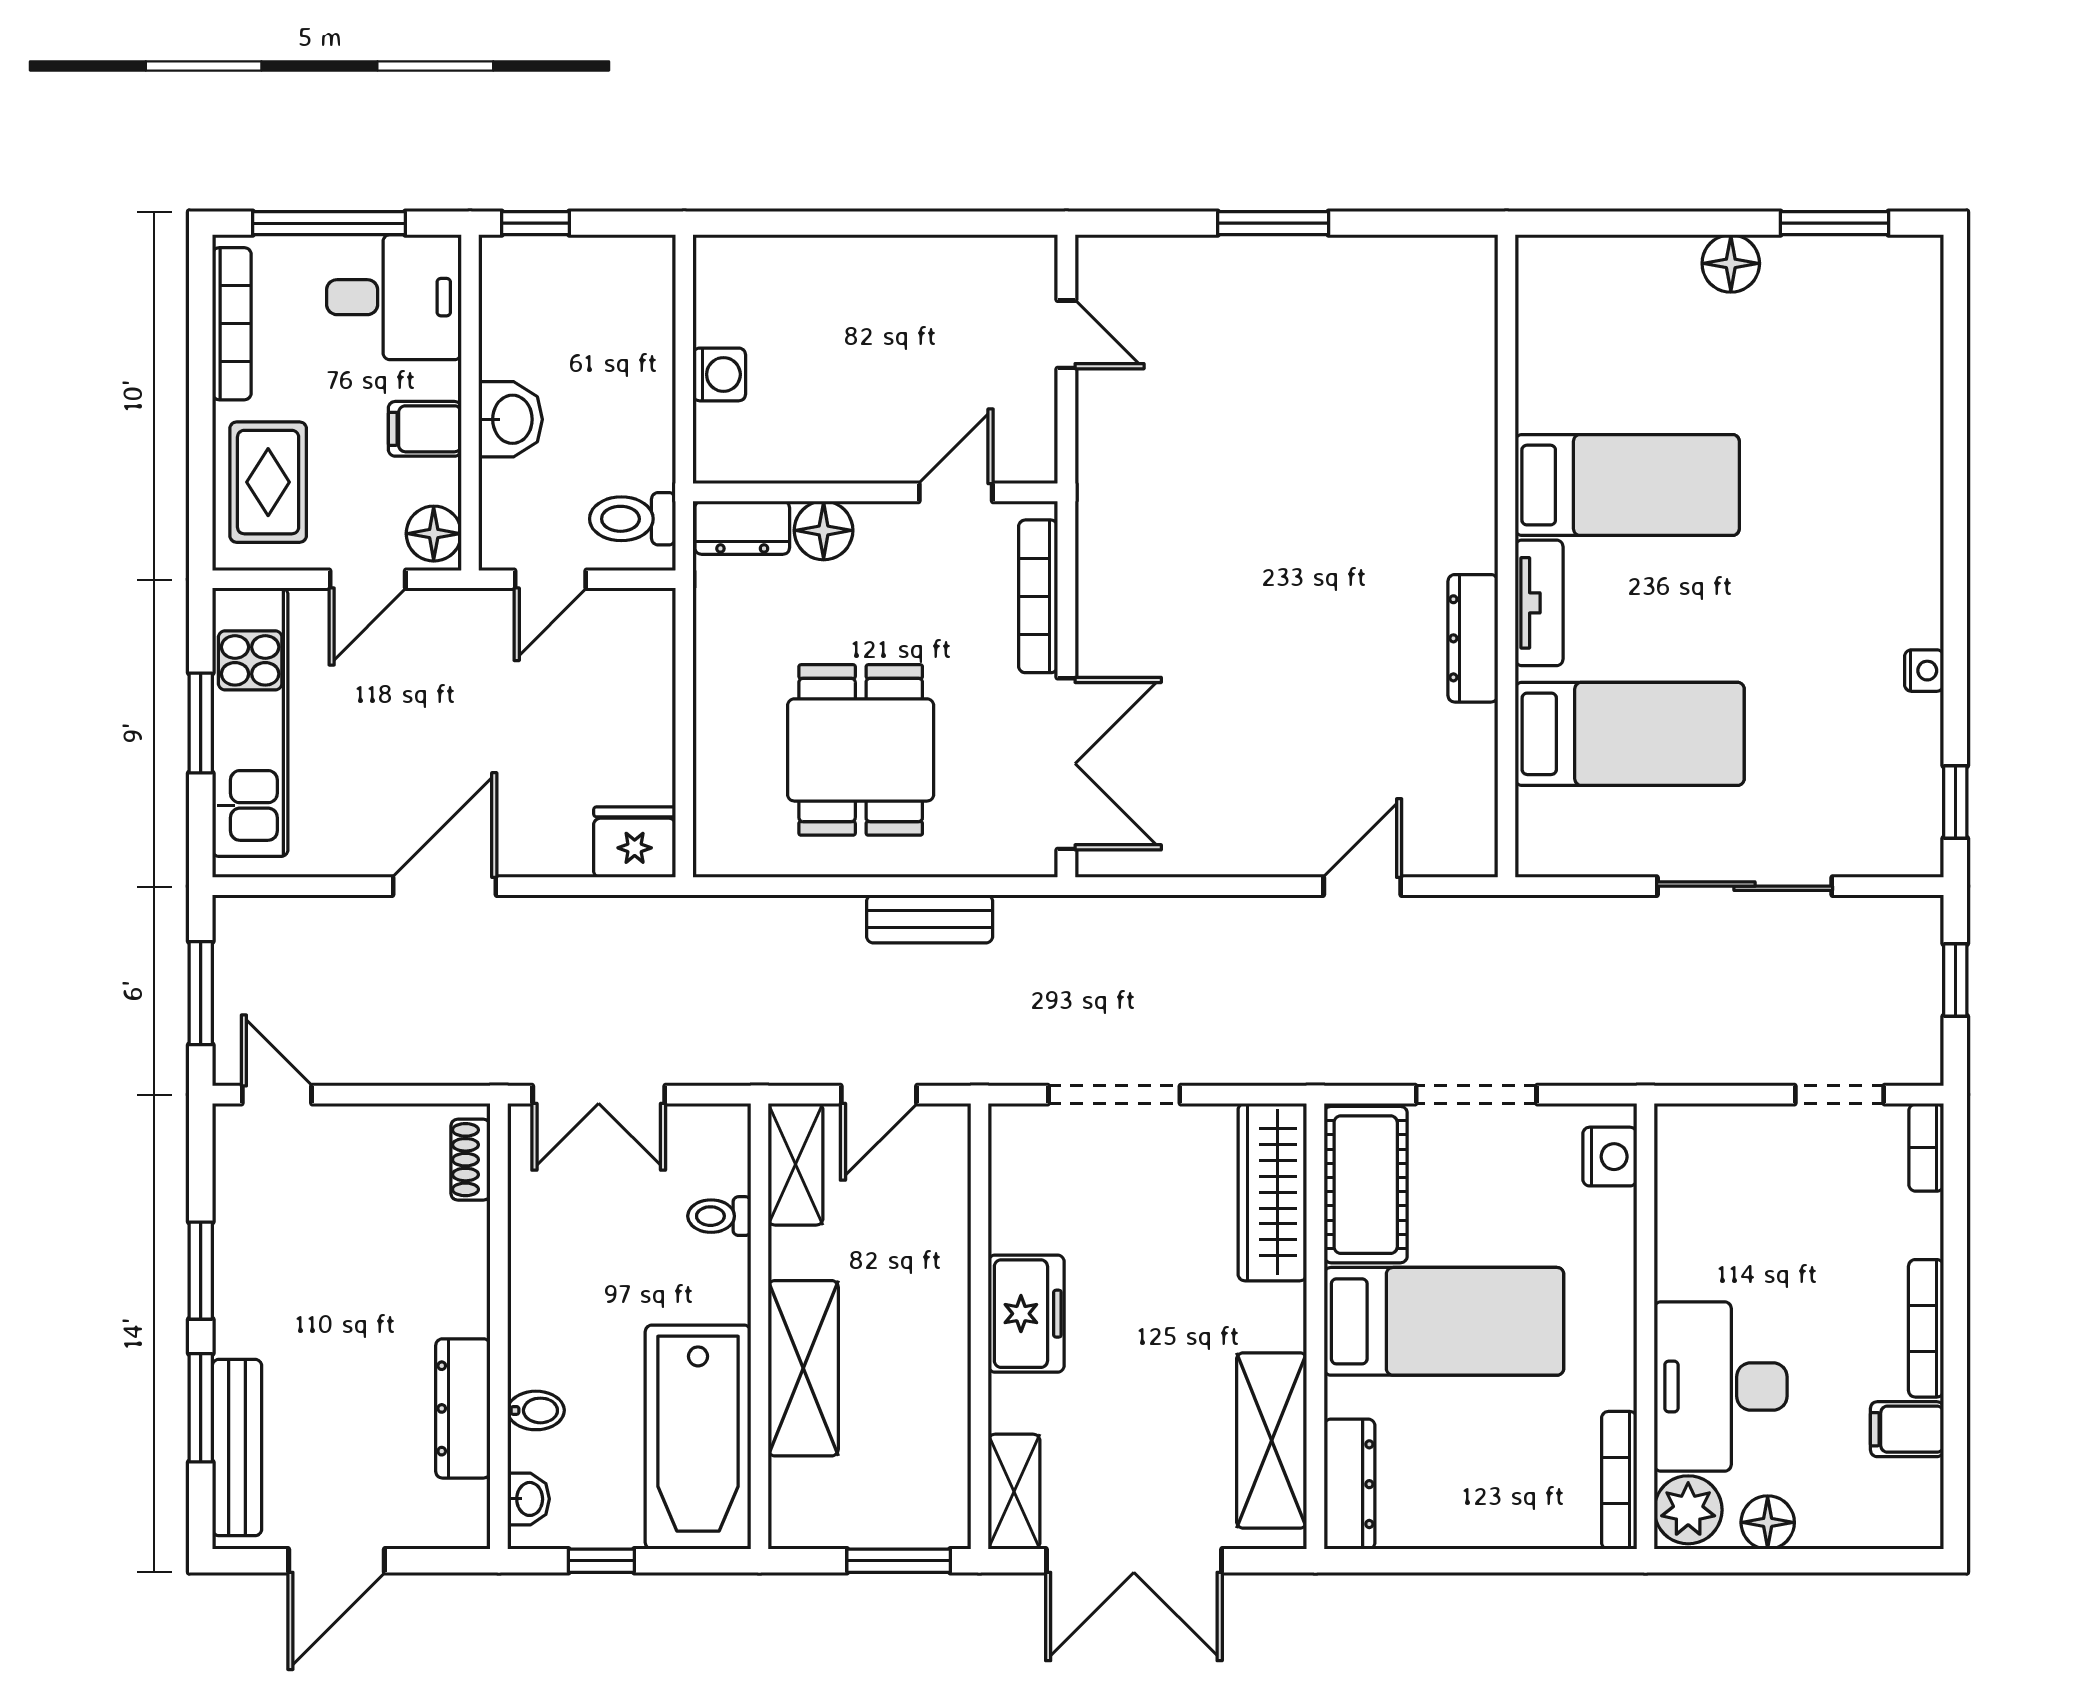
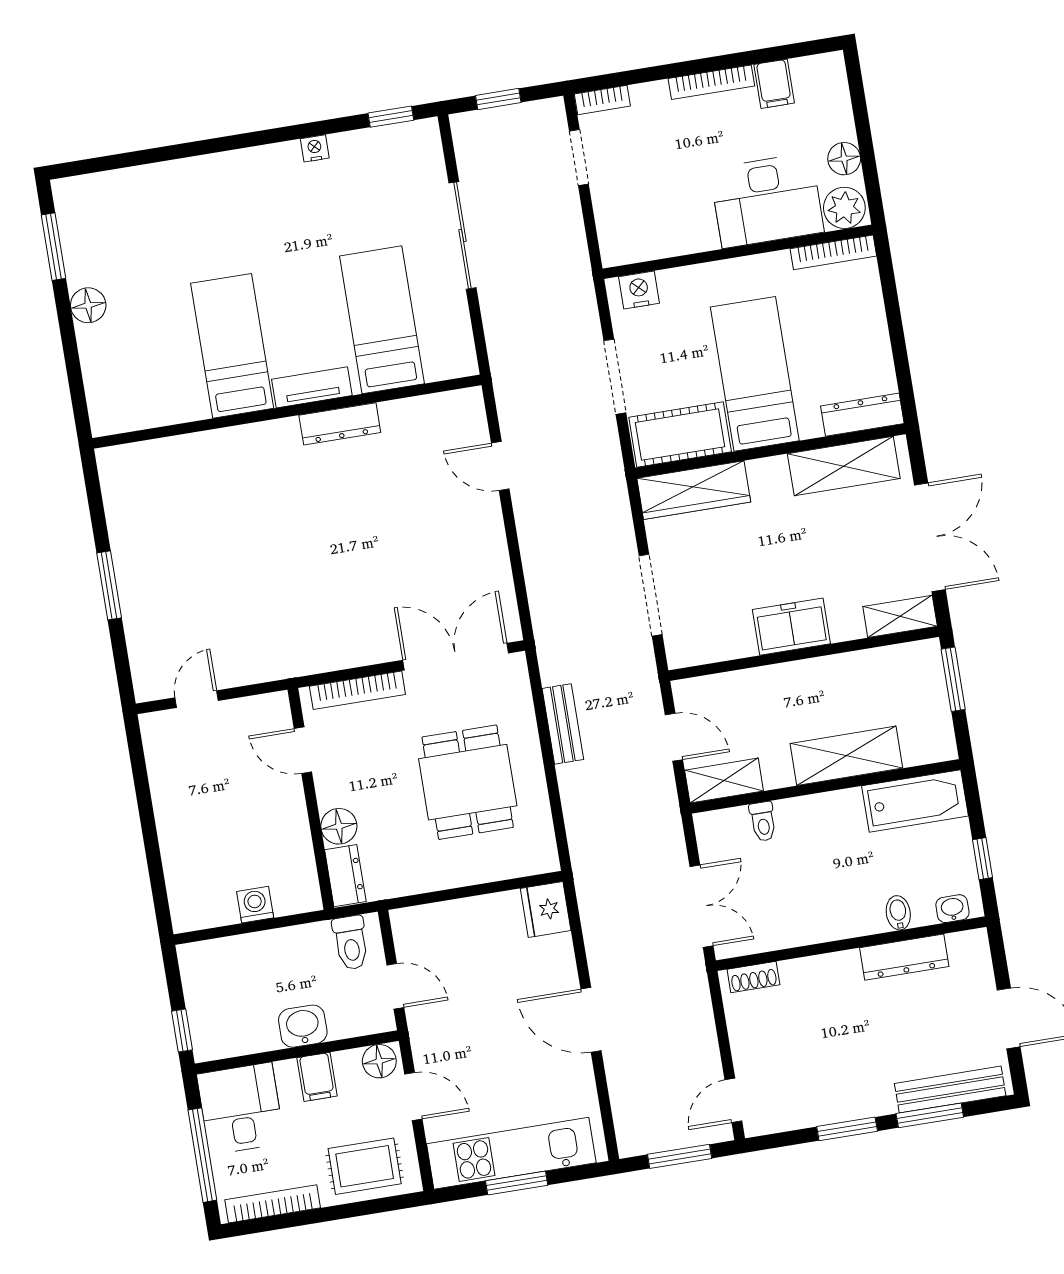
dining table: (861, 750) -> (468, 782), turned 90
bathtub: (698, 1437) -> (915, 801), width x0.73, depth x0.73

